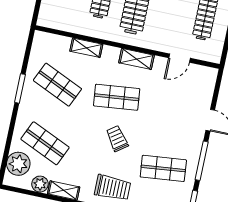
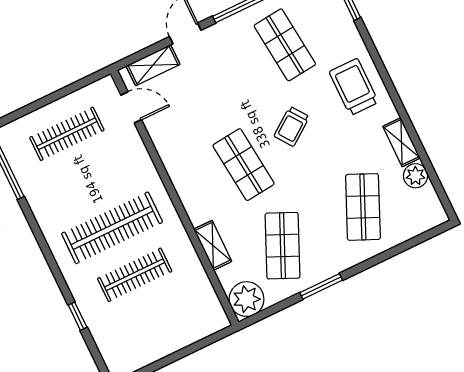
door: (179, 58) -> (131, 107), moved
shelving: (136, 59) -> (153, 65), moved, turned 90
plant: (18, 164) -> (247, 299), moved

